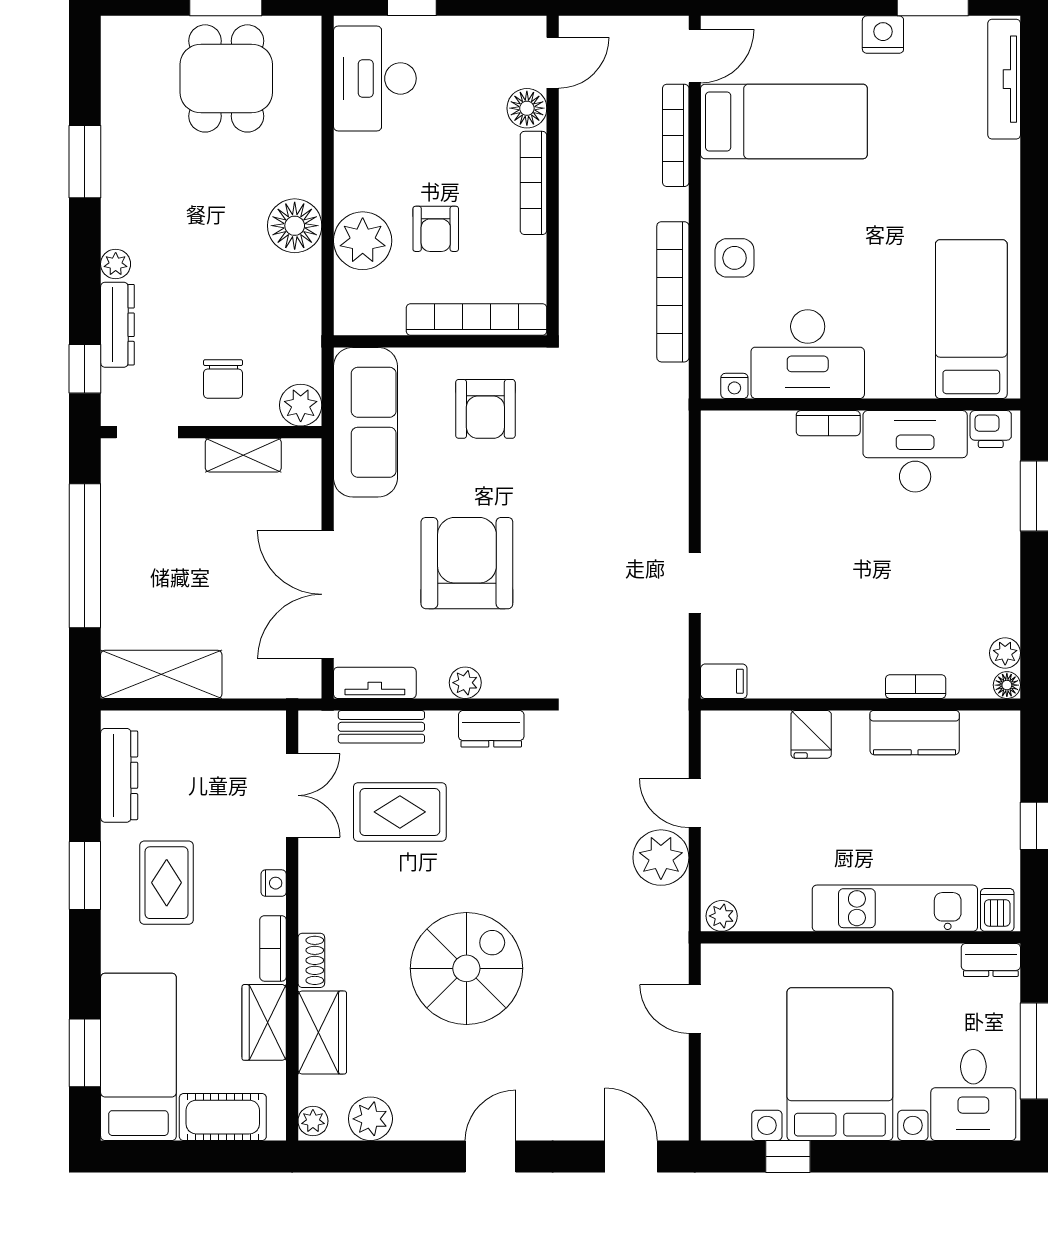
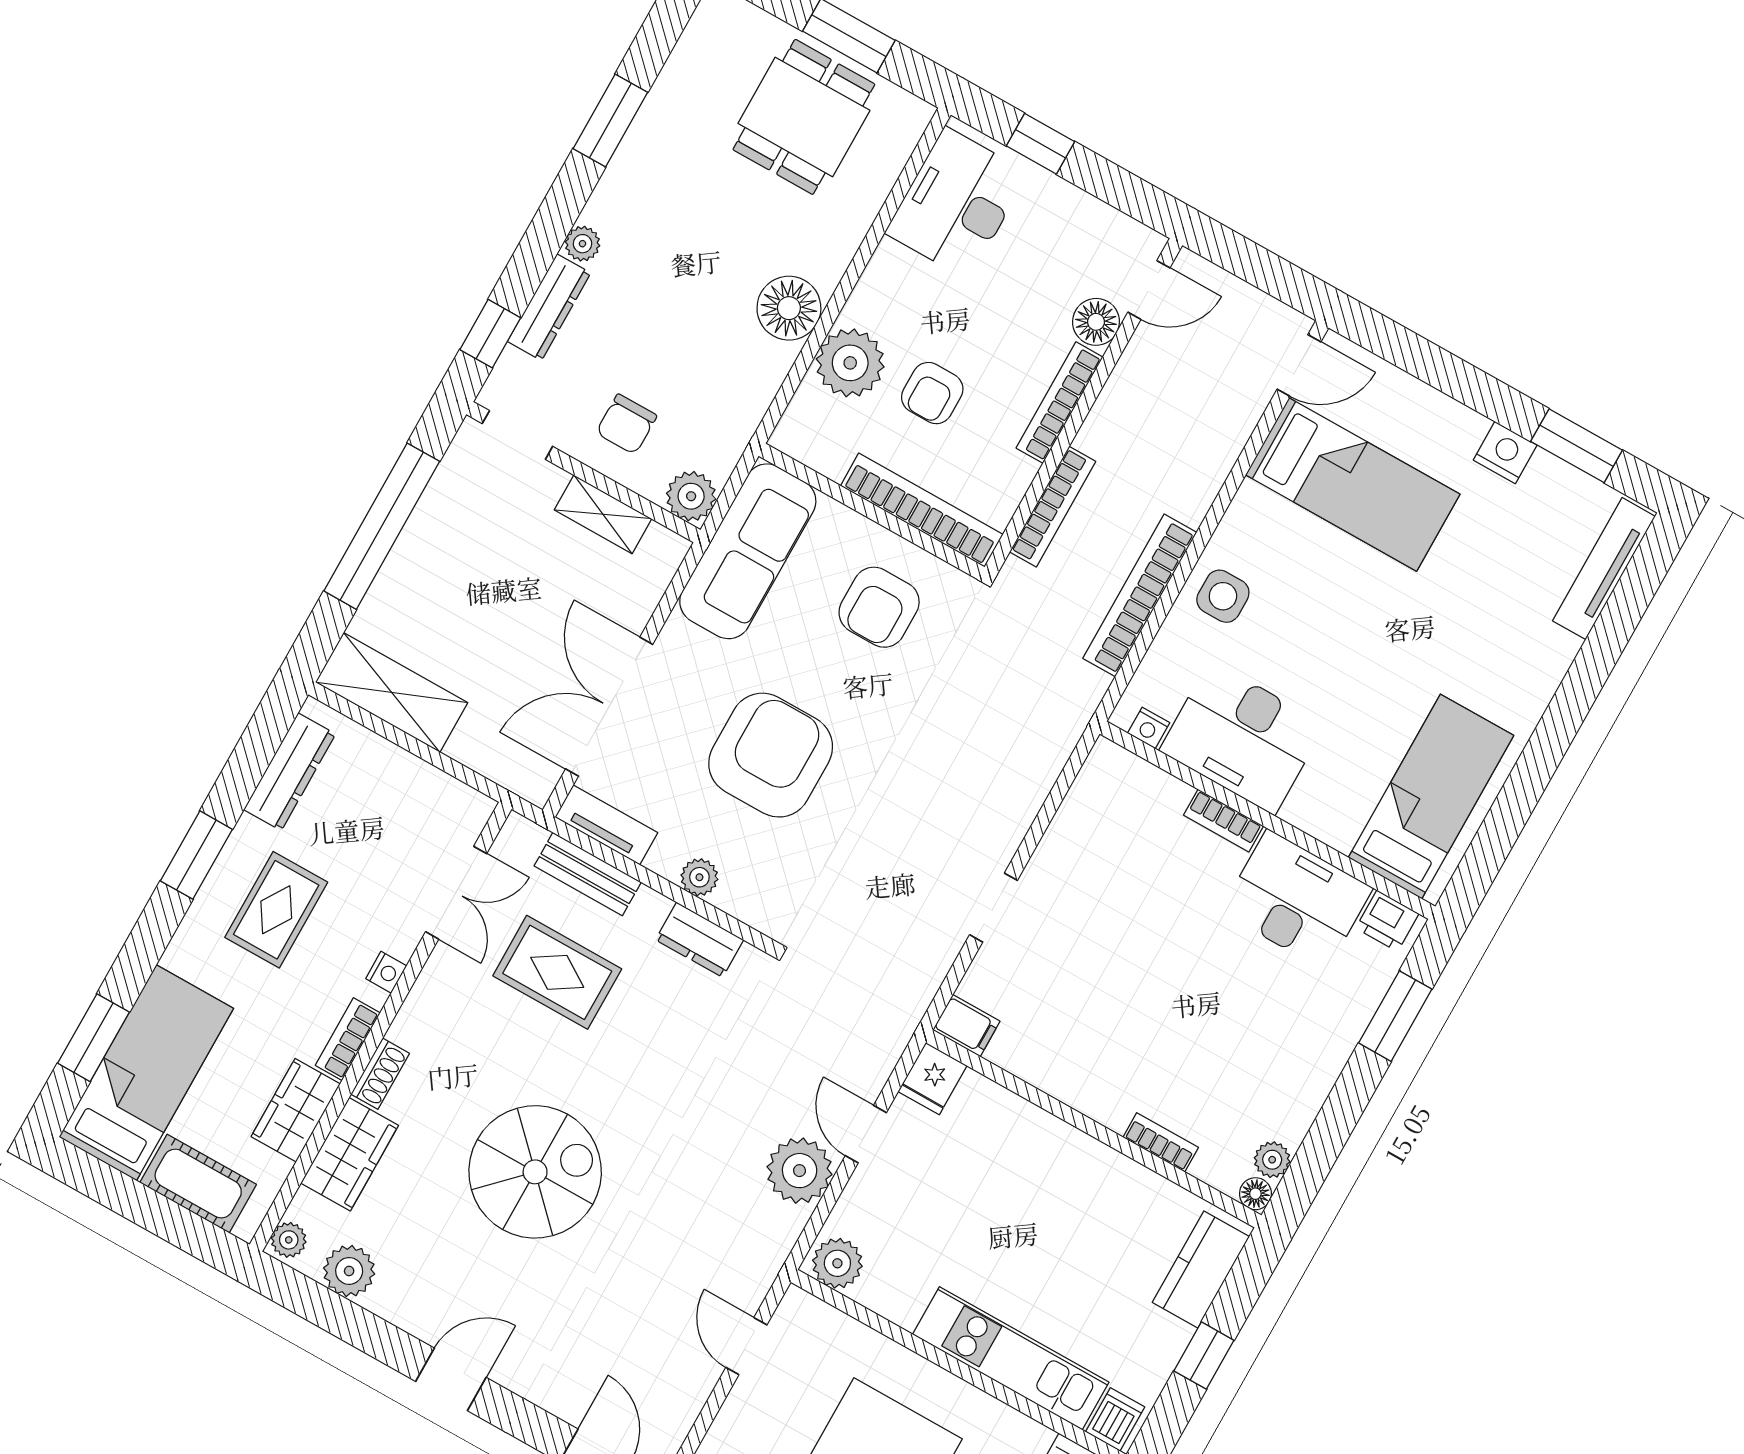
bookcase: (676, 135) -> (1053, 507), moved, turned 180
kitchen counter: (915, 733) -> (1201, 1270), moved, turned 90
fridge: (811, 734) -> (932, 1079), moved
plant: (722, 916) -> (837, 1263), width x1.38, depth x1.38

